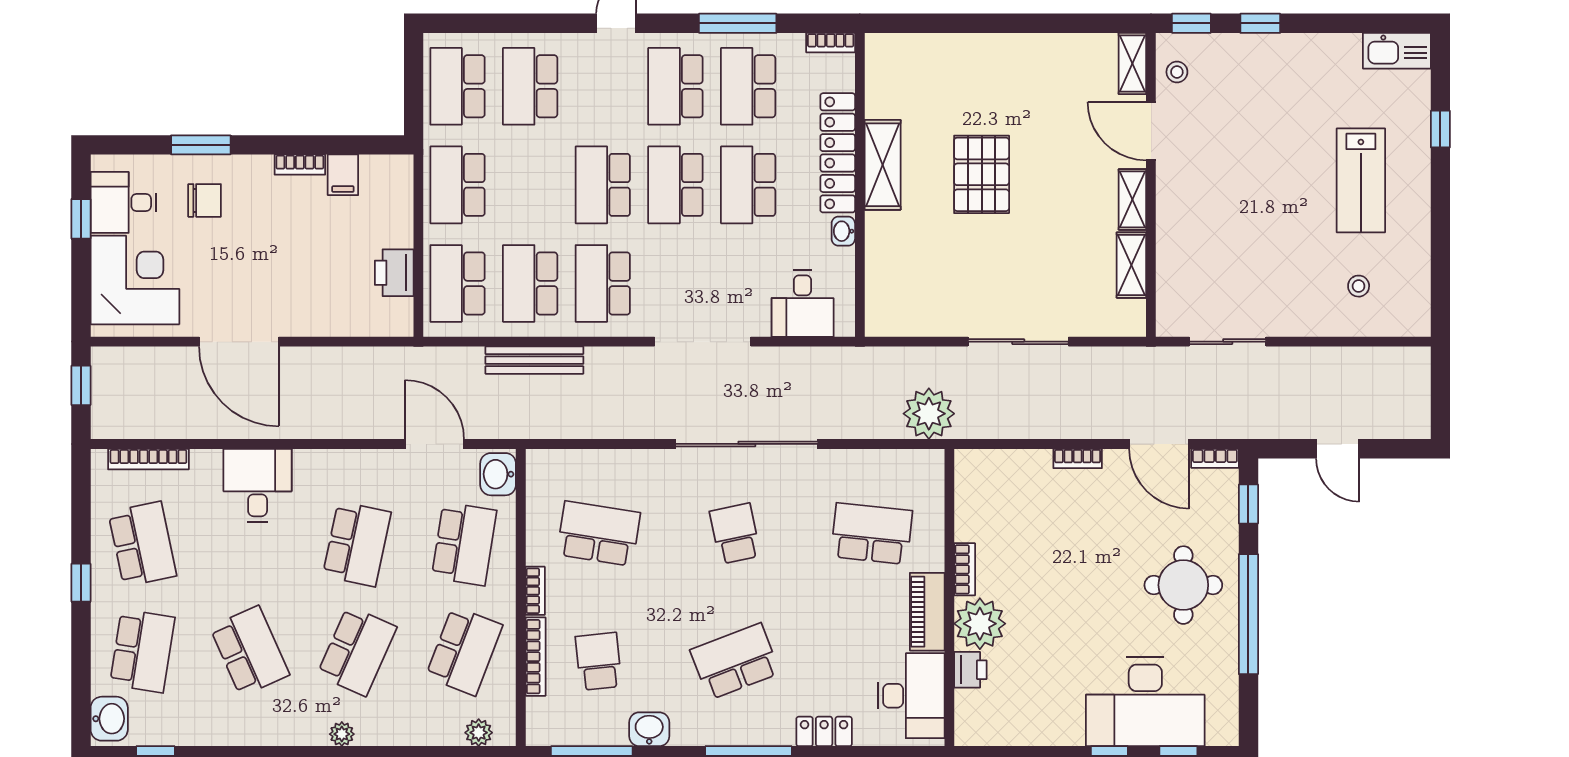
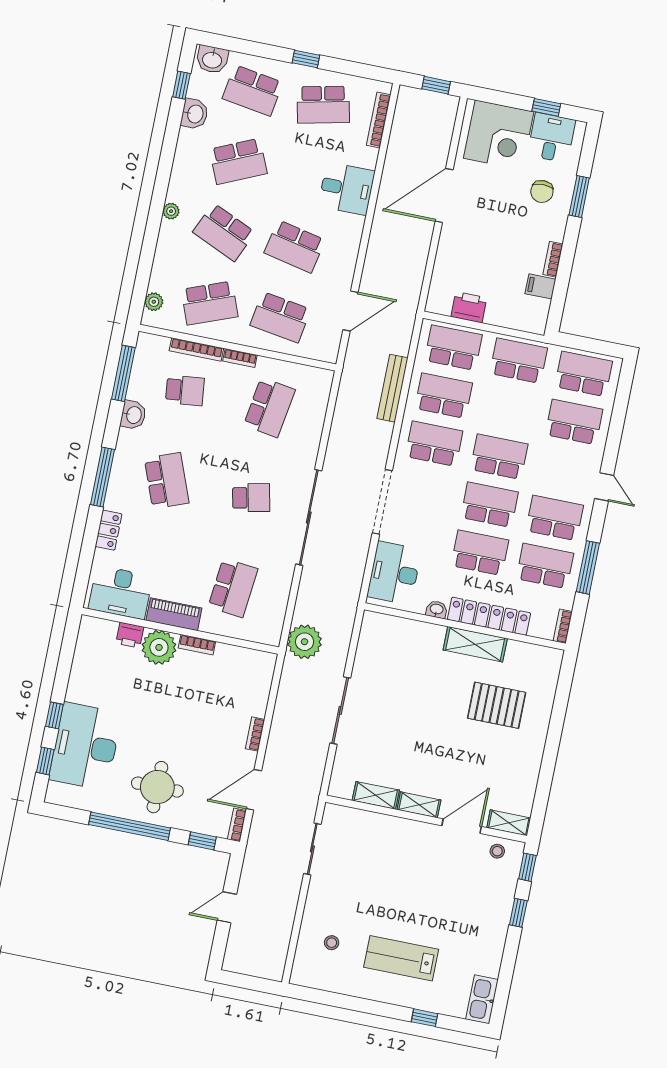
pallet: (982, 174) -> (497, 705), moved
desk: (803, 303) -> (394, 573), width x1.37
washbasin: (498, 474) -> (195, 114), moved, turned 90
school desk: (464, 651) -> (210, 303), turned -42

